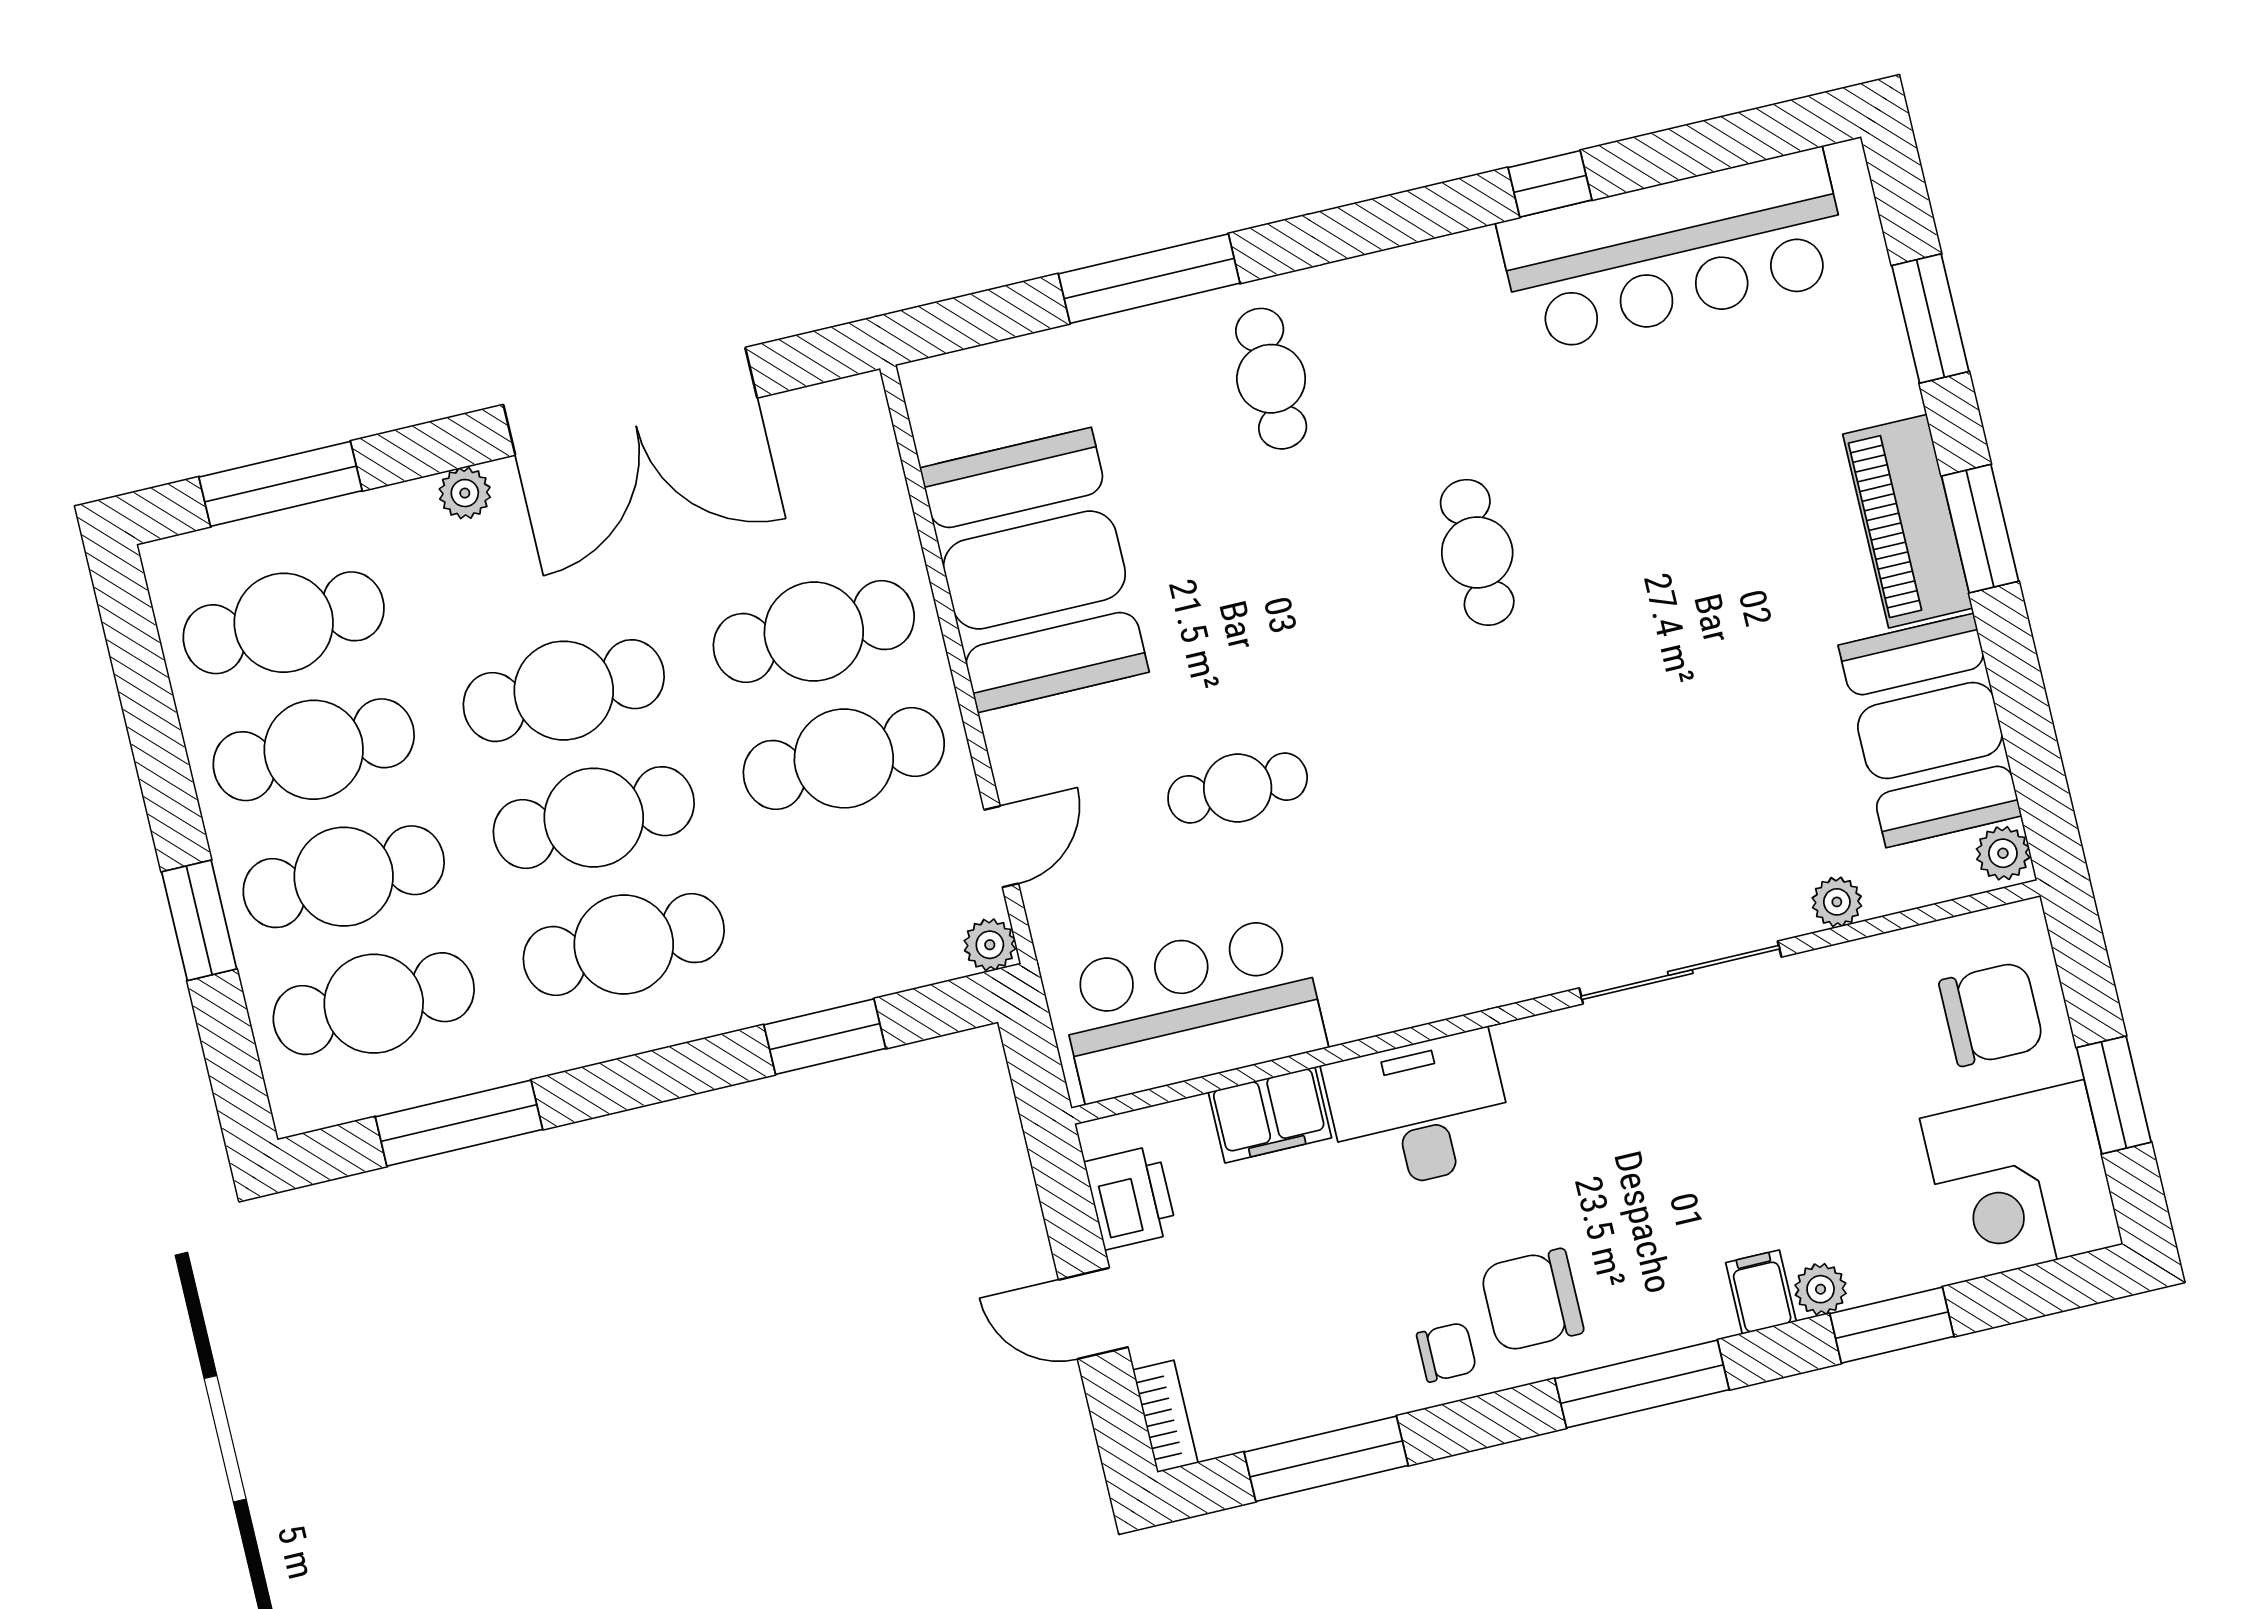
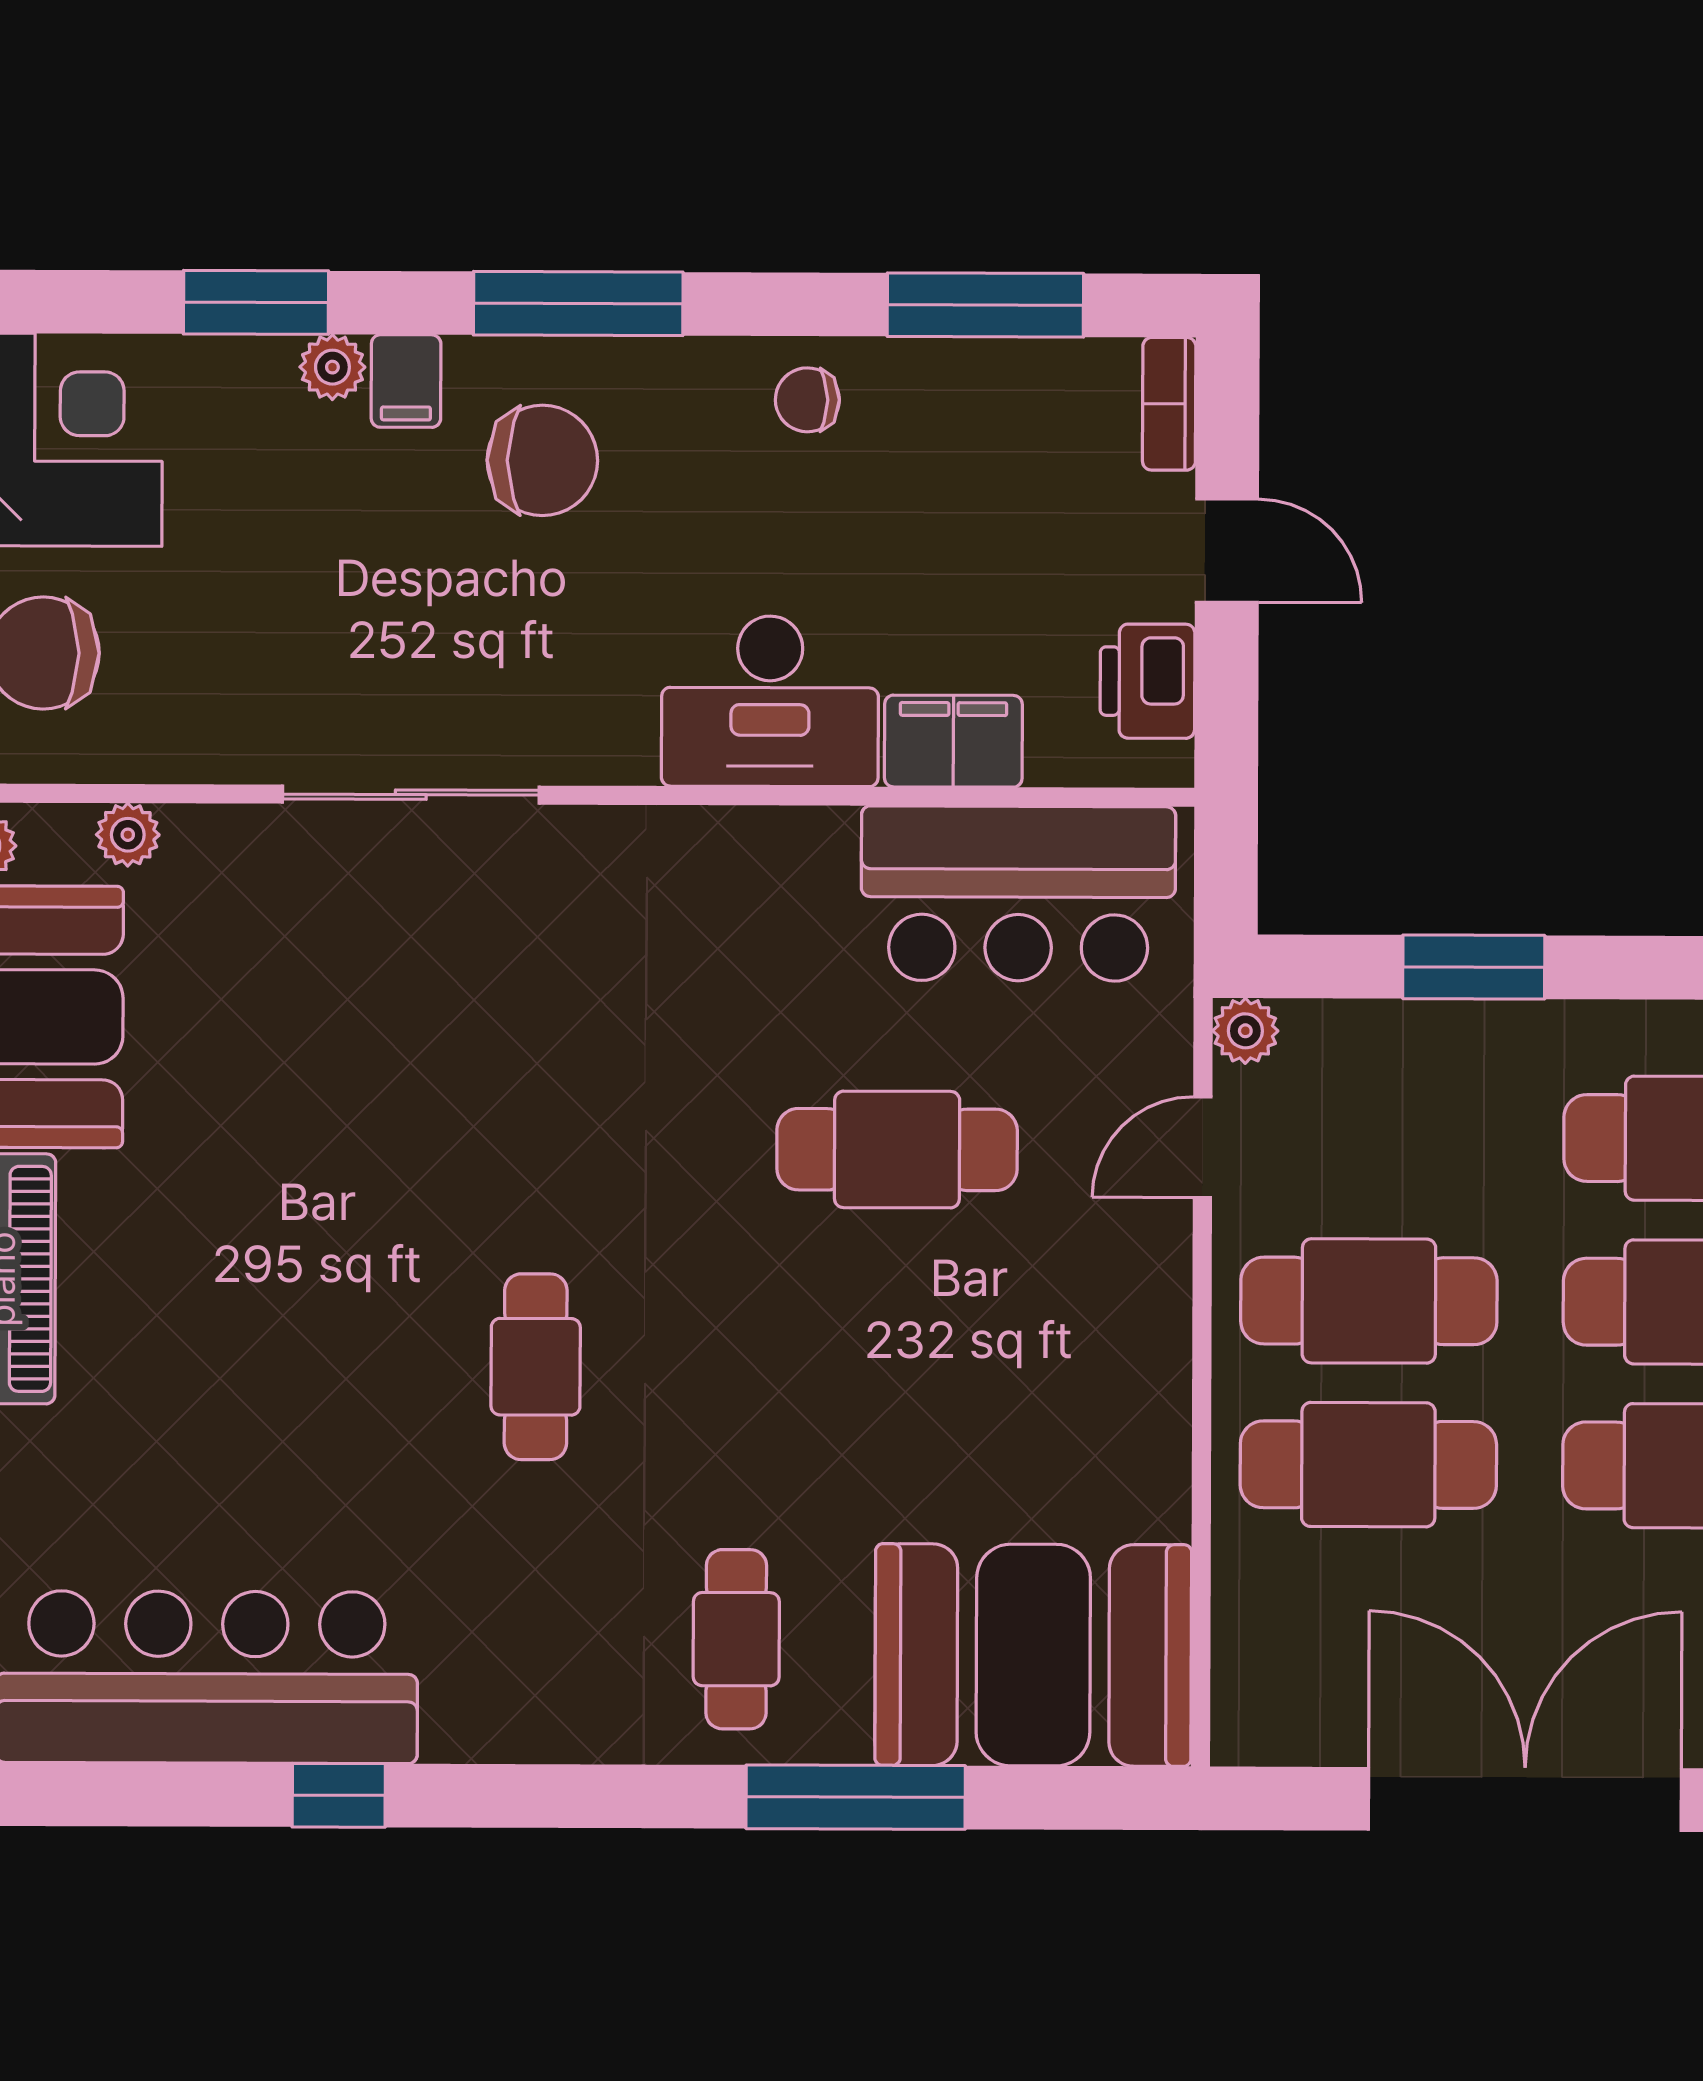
booth: (1034, 570) -> (1033, 1655), moved, turned 90
cafe table: (1238, 788) -> (897, 1150), width x1.37, depth x1.35
plant: (1837, 902) -> (128, 835), moved
chair: (1532, 1300) -> (542, 460), moved

